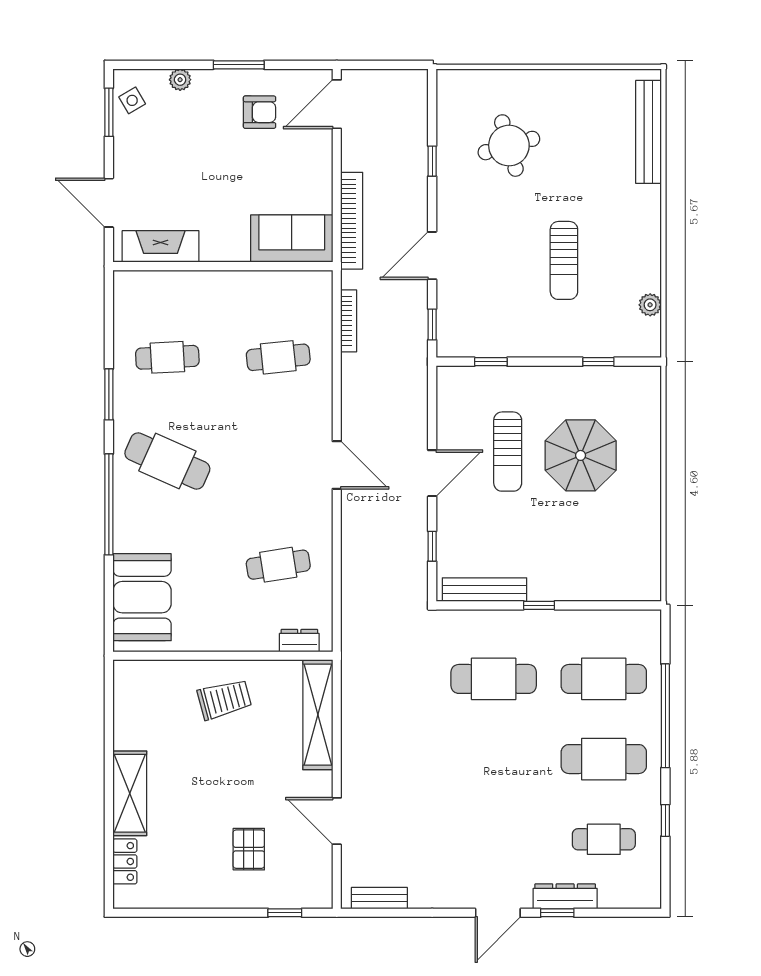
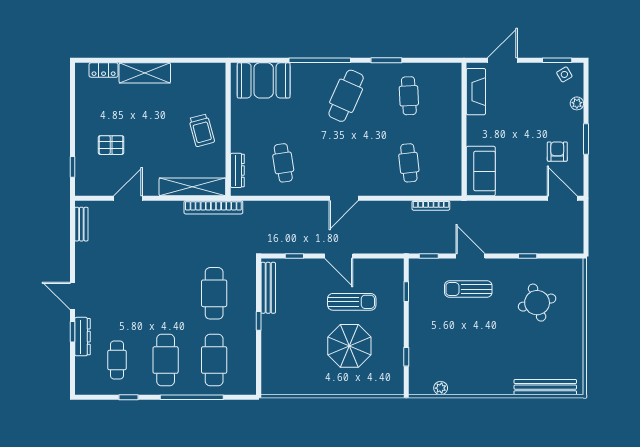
armchair: (260, 112) -> (557, 152), turned 180
bookcase: (352, 221) -> (213, 207), moved
sun lounger: (564, 260) -> (468, 289), moved
sun lounger: (508, 452) -> (352, 302), turned 180
dresser: (299, 641) -> (237, 170), width x1.44

